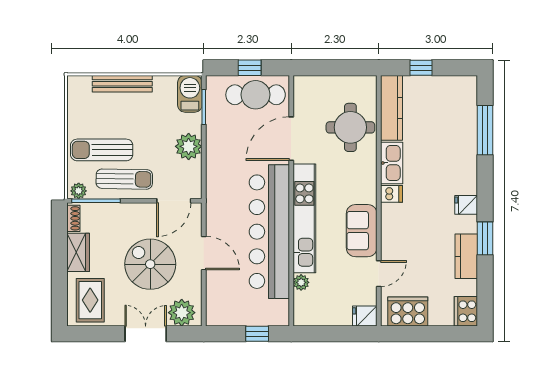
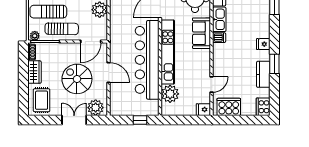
sofa: (362, 231) -> (202, 33), moved
plant: (301, 282) -> (170, 94), width x1.88, depth x1.88

